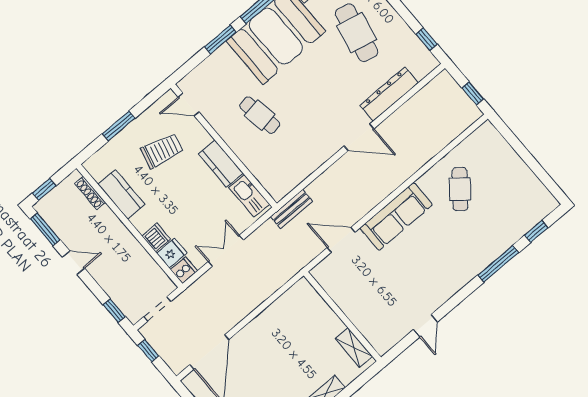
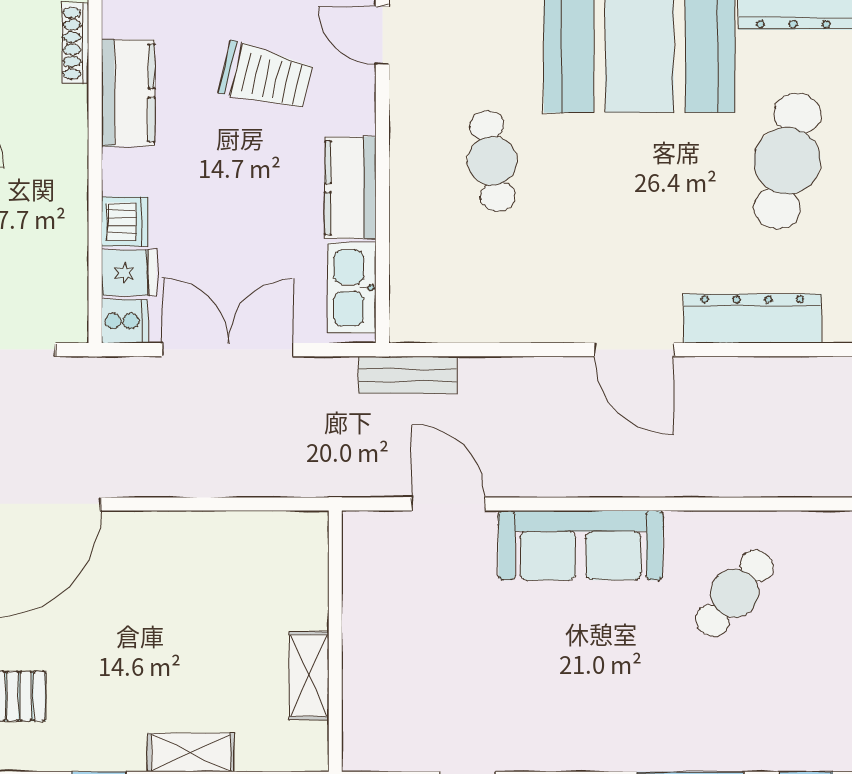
double door: (226, 251) -> (228, 350), width x1.37
shelving: (354, 347) -> (309, 675), moved

